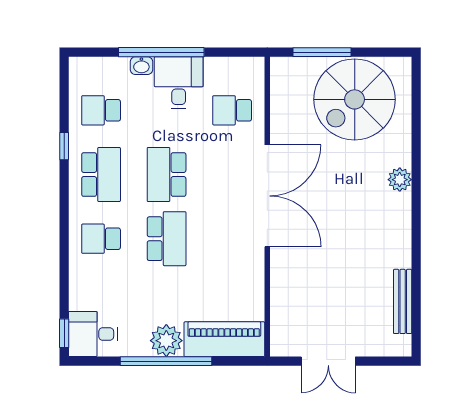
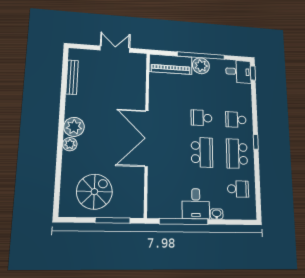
window: (161, 52) -> (184, 221), moved
spiral stairs: (355, 99) -> (94, 192), width x0.73, depth x0.73
school desk: (232, 110) -> (166, 187), removed
window: (64, 146) -> (256, 142), moved
plant: (394, 211) -> (74, 127), added
school desk: (101, 239) -> (236, 120), turned 180
school desk: (167, 239) -> (201, 118), width x0.54

